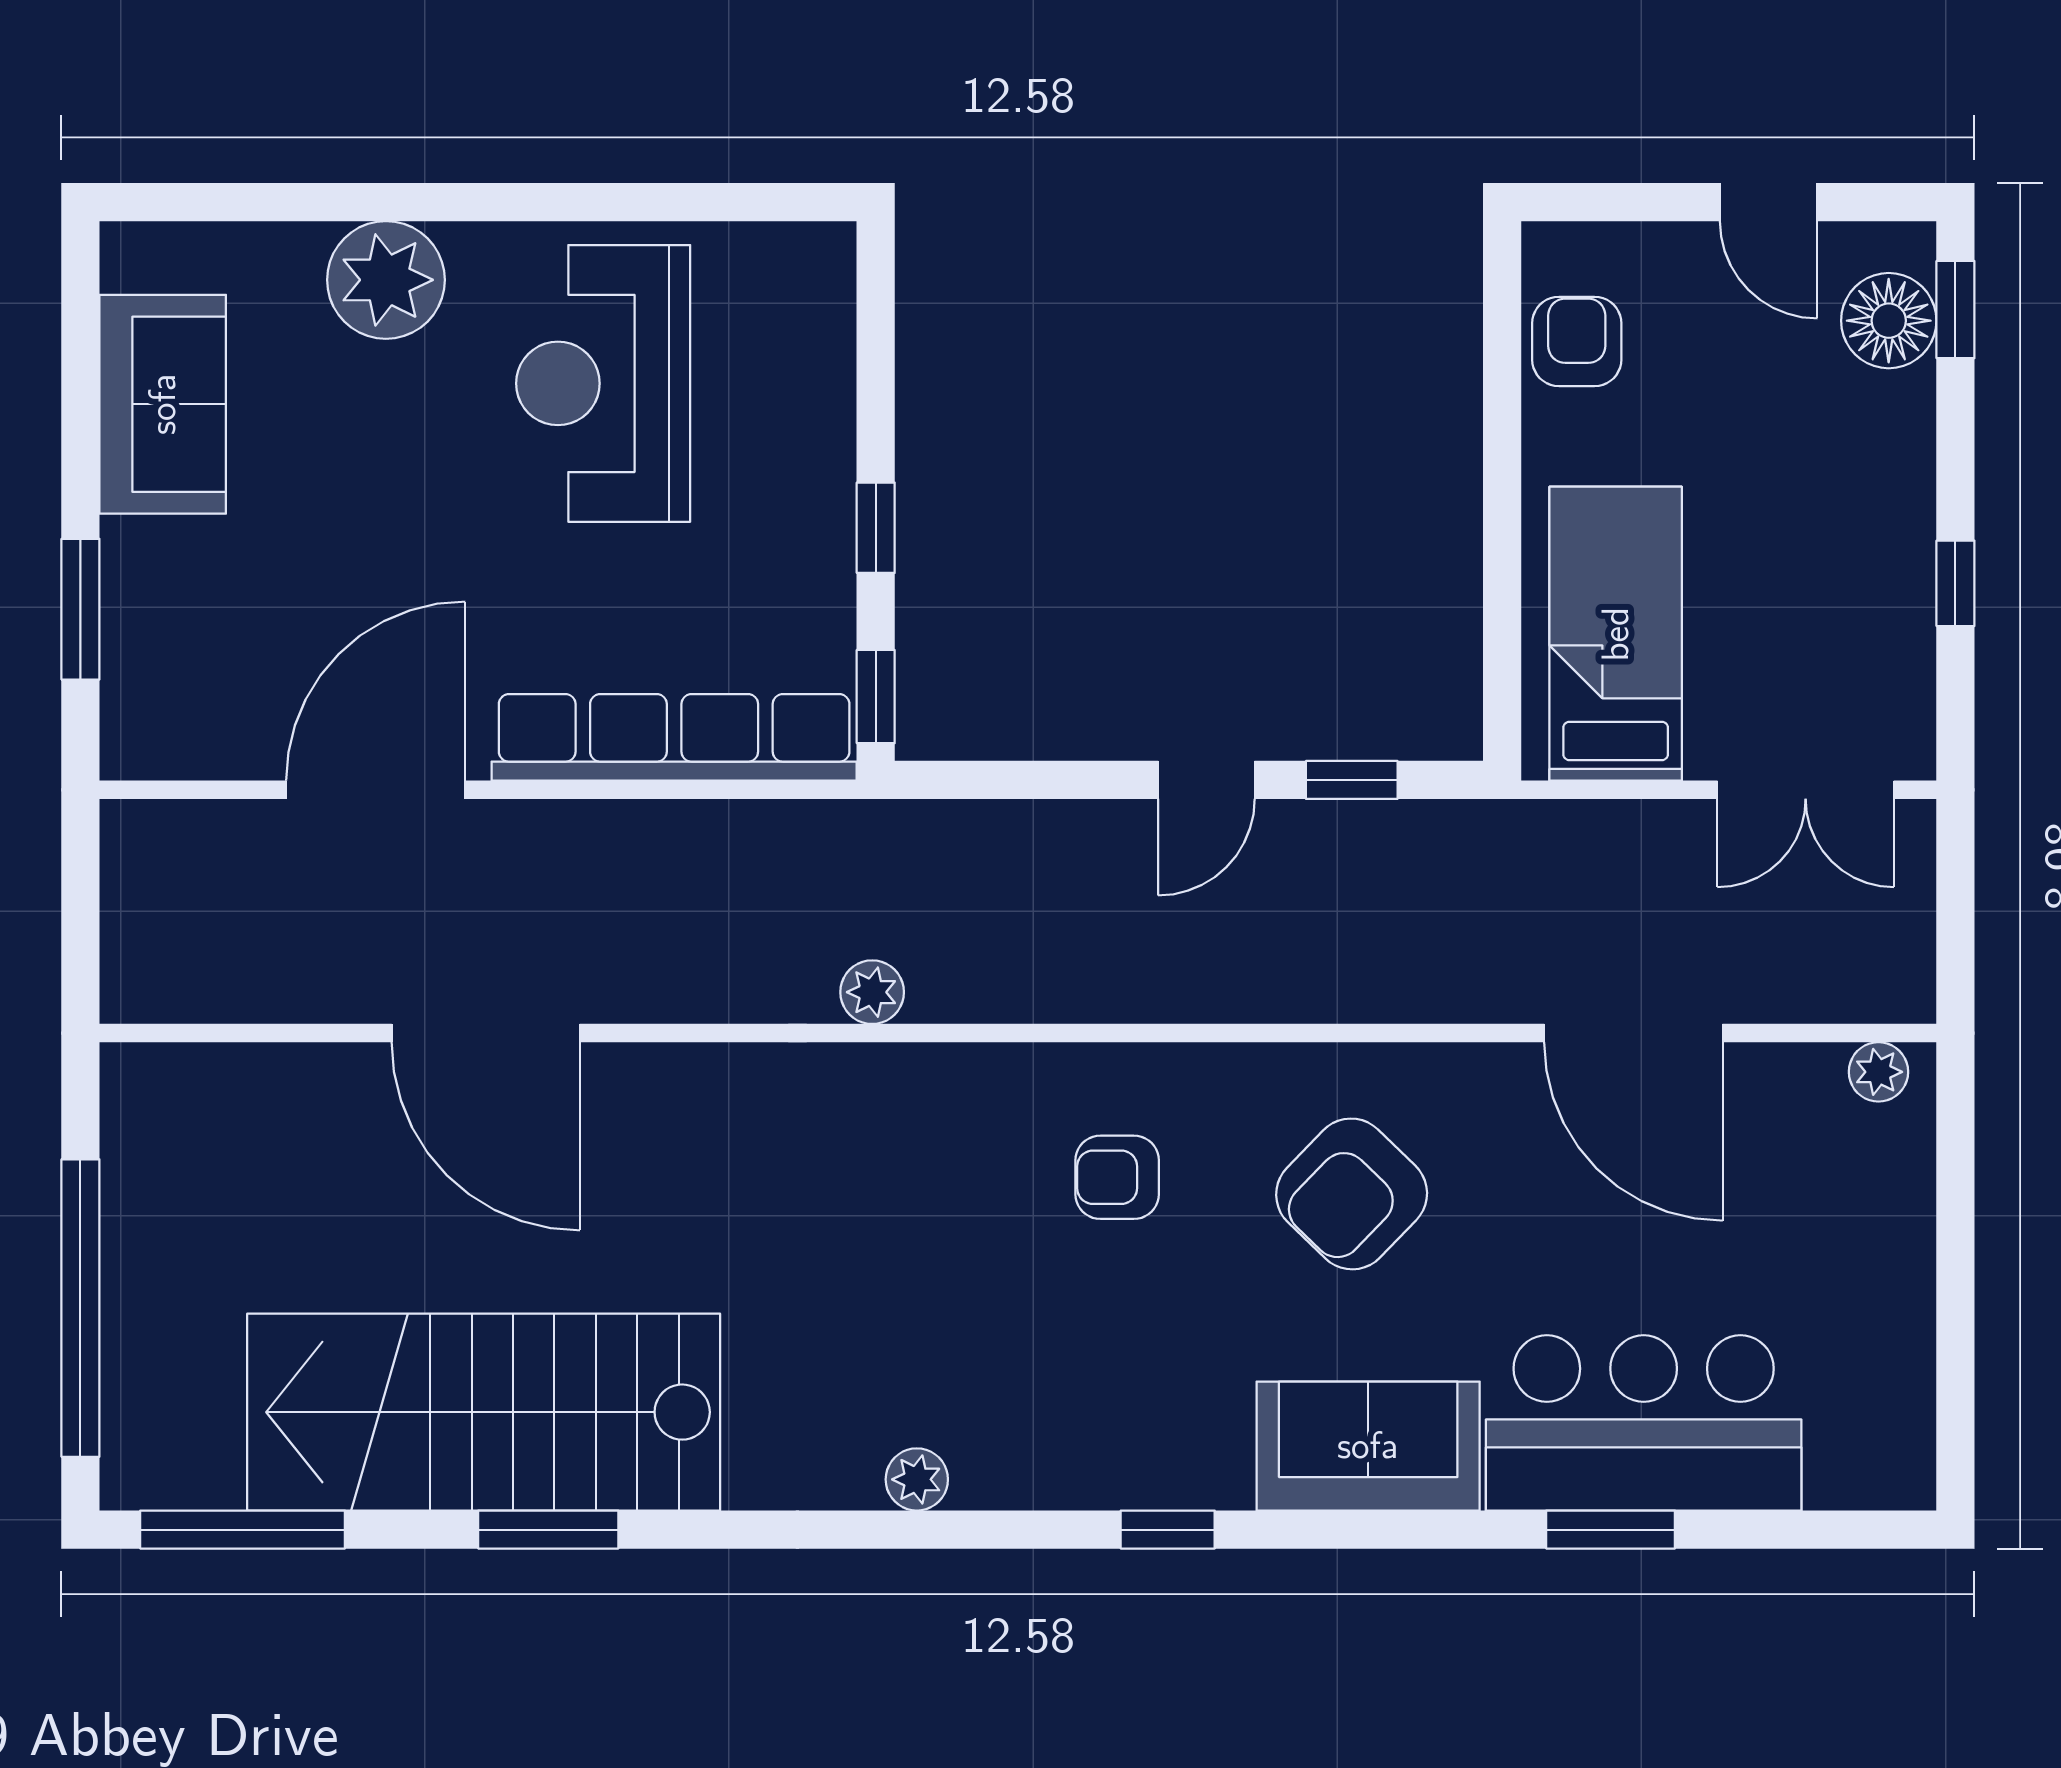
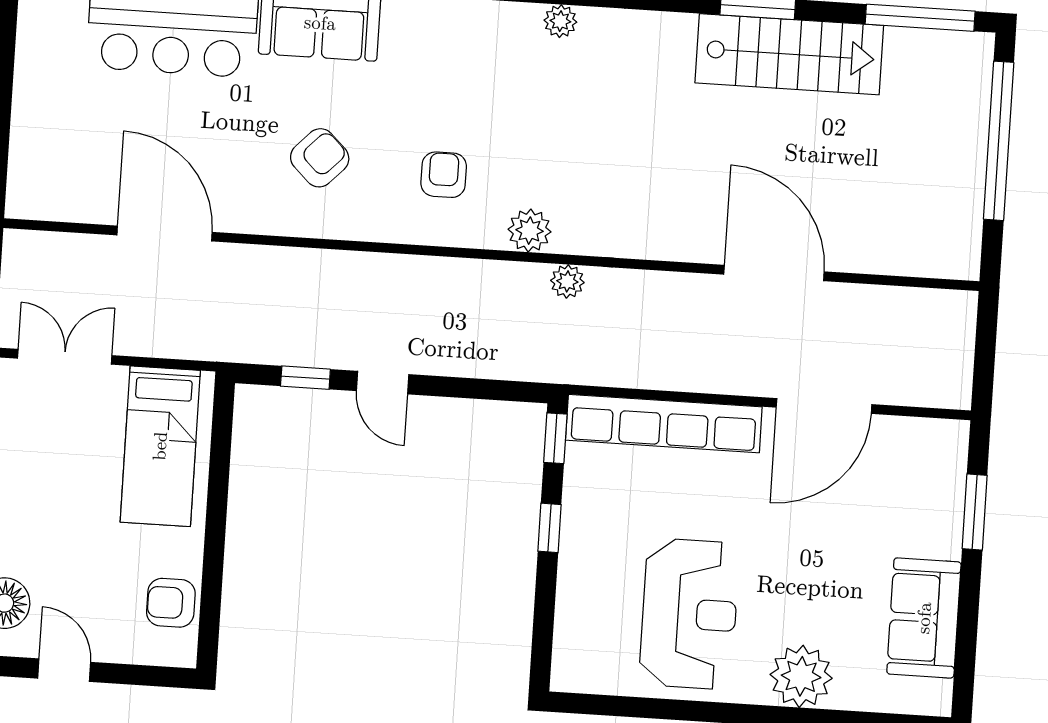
armchair: (1577, 341) -> (171, 603), turned 90
door: (1206, 780) -> (383, 383), swing flipped
plant: (1878, 1072) -> (530, 231), moved, width x1.38, depth x1.38
armchair: (1117, 1177) -> (444, 175), turned -90
armchair: (1352, 1194) -> (320, 158), width x0.72, depth x0.72
stairs: (484, 1412) -> (789, 54), width x0.73, depth x0.66

